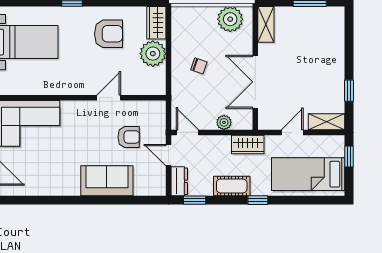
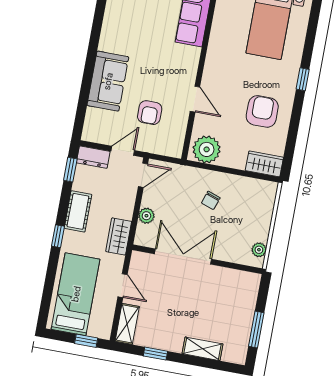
plant: (230, 19) -> (259, 250), width x0.53, depth x0.53
shelving: (266, 24) -> (203, 349), moved
armchair: (109, 34) -> (262, 111), turned 180
plant: (153, 54) -> (207, 149), moved

